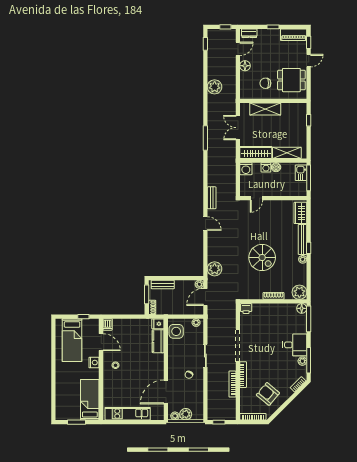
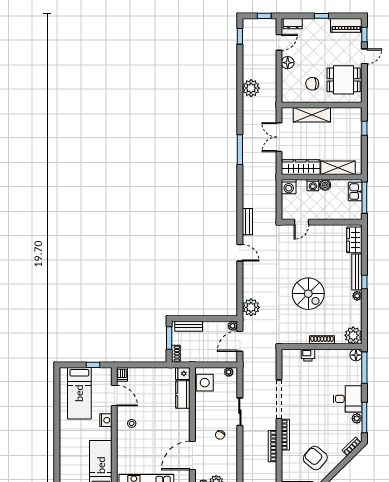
printer: (246, 309) -> (308, 355), moved

